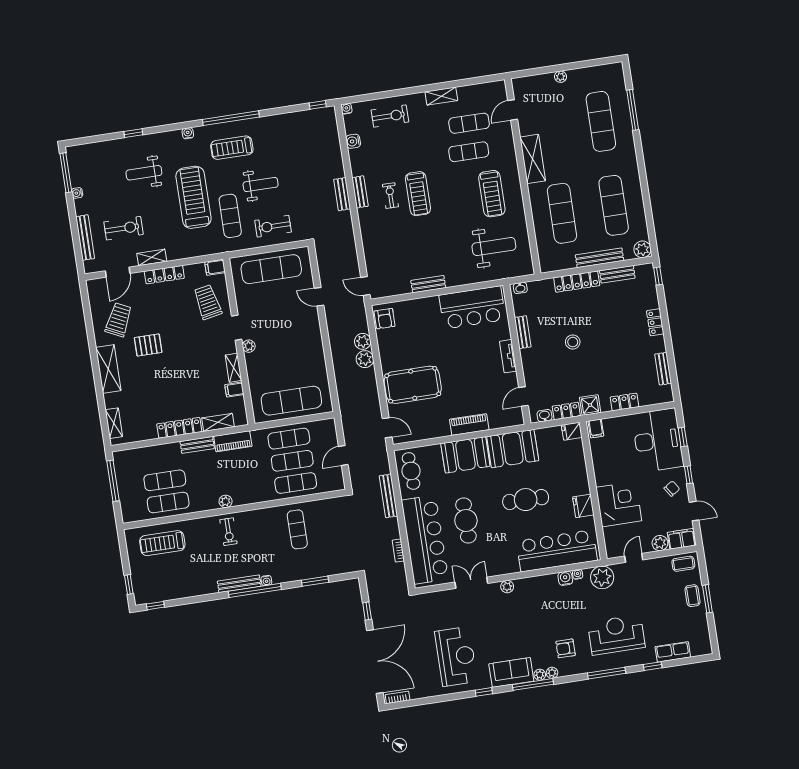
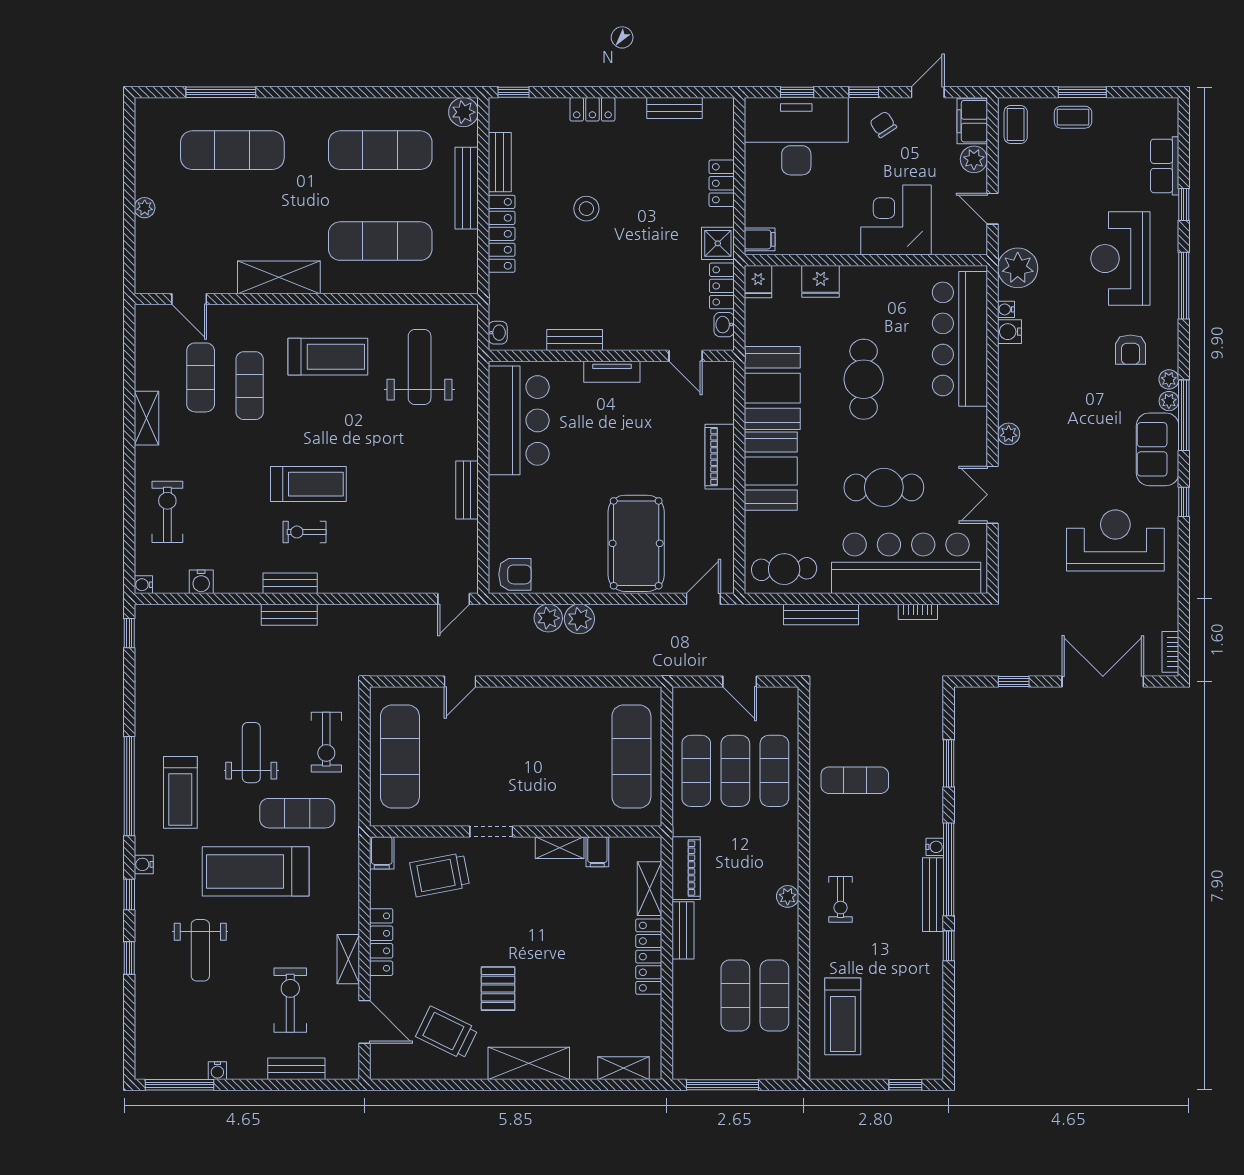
window: (169, 128) -> (129, 894), added
bench: (85, 238) -> (296, 1069), width x0.73
stool: (573, 342) -> (586, 209), moved
plant: (249, 346) -> (526, 815), removed
fridge: (583, 506) -> (821, 281), moved
exercise bike: (229, 532) -> (841, 899), turned 90
window: (155, 606) -> (949, 946), moved
double door: (375, 662) -> (1103, 682), width x0.73

